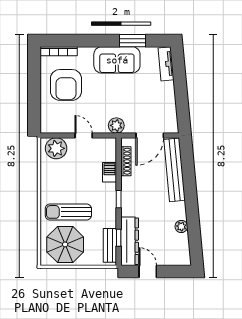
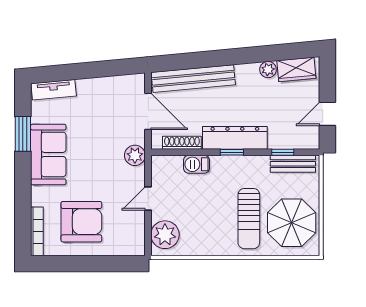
dresser: (130, 241) -> (235, 138), moved
wardrobe: (181, 248) -> (296, 69), added

